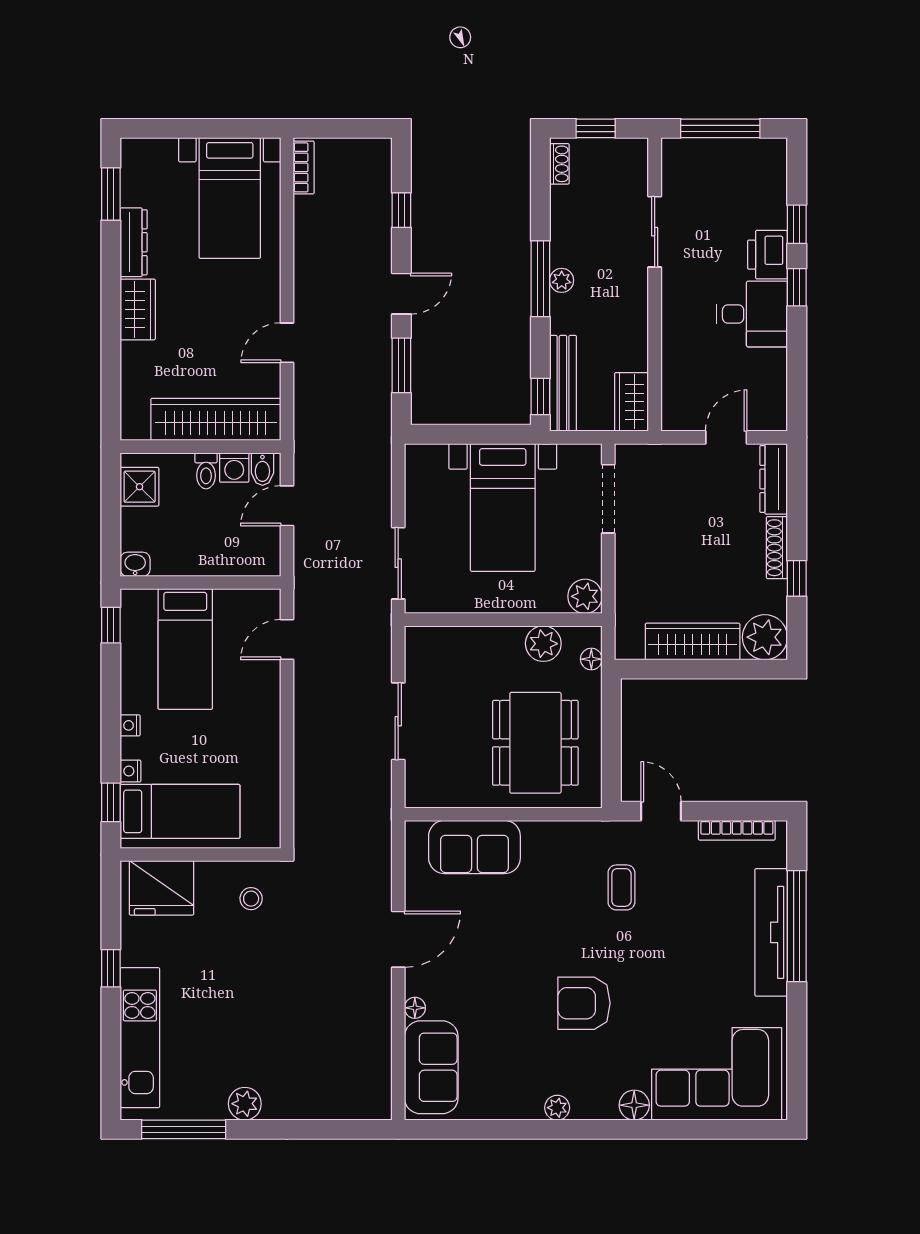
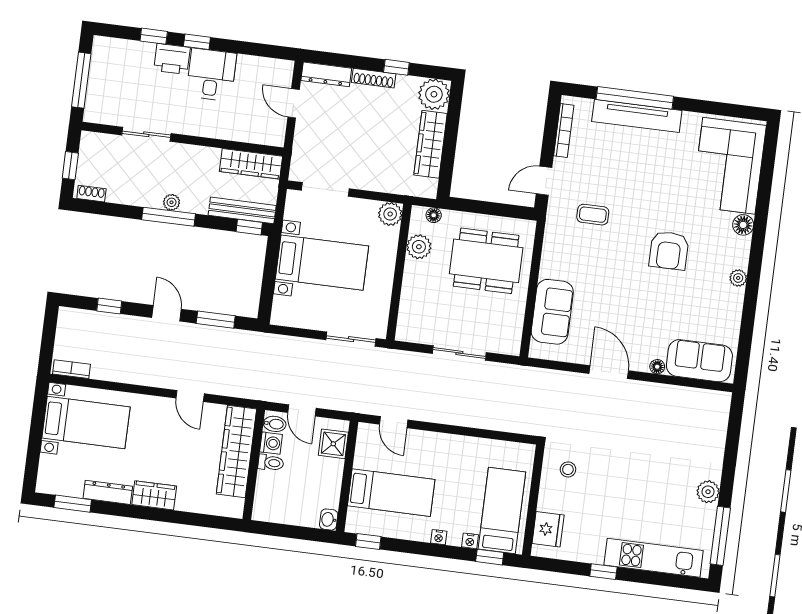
wardrobe: (631, 402) -> (251, 164), width x1.50
shower: (140, 487) -> (333, 444), moved
fridge: (162, 888) -> (548, 529), width x0.73, depth x0.75

